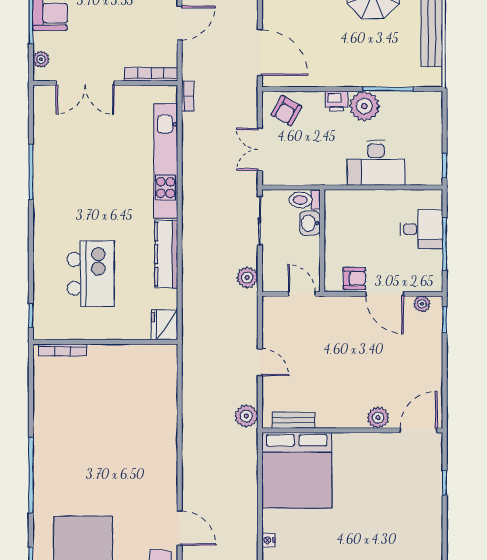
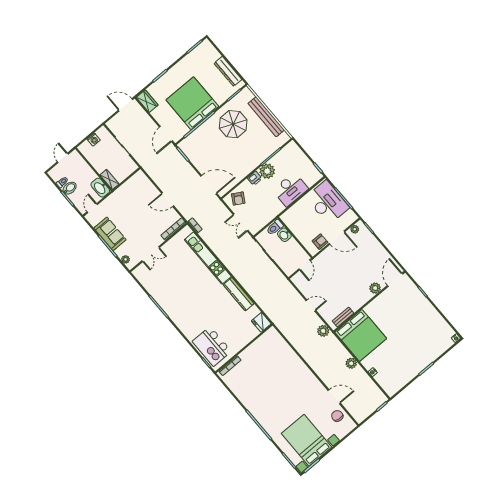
door: (180, 23) -> (168, 200), swing flipped
double door: (85, 83) -> (151, 254), width x0.73
desk: (421, 229) -> (328, 202), width x1.87, depth x1.30
kitchen island: (91, 274) -> (212, 346), moved, turned 180
plant: (247, 278) -> (351, 363), moved
door: (302, 294) -> (305, 265), swing flipped

